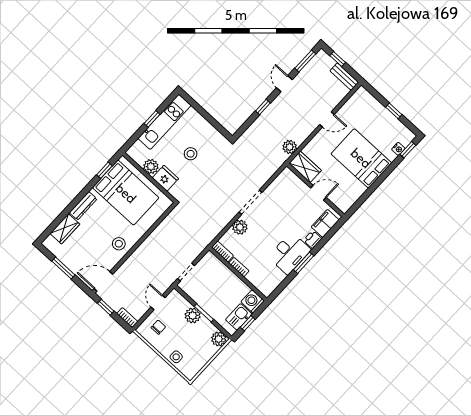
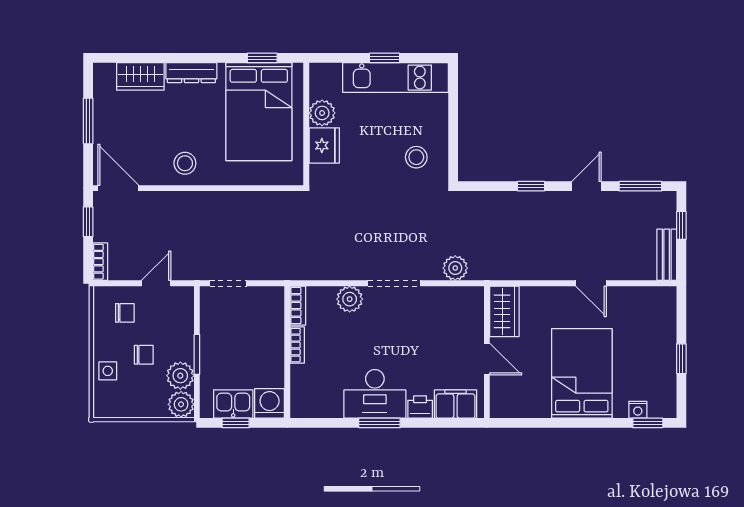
plant: (290, 147) -> (455, 268), moved
stool: (191, 154) -> (416, 157), moved
plant: (193, 316) -> (180, 376), moved
chair: (183, 335) -> (144, 355), added

